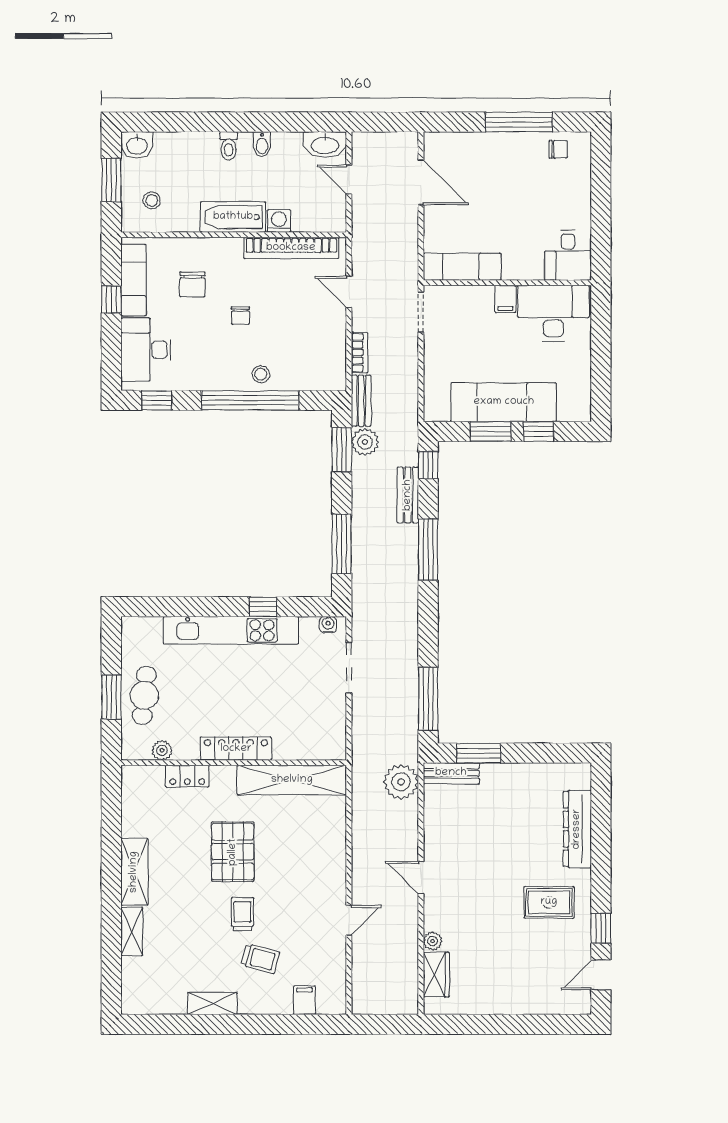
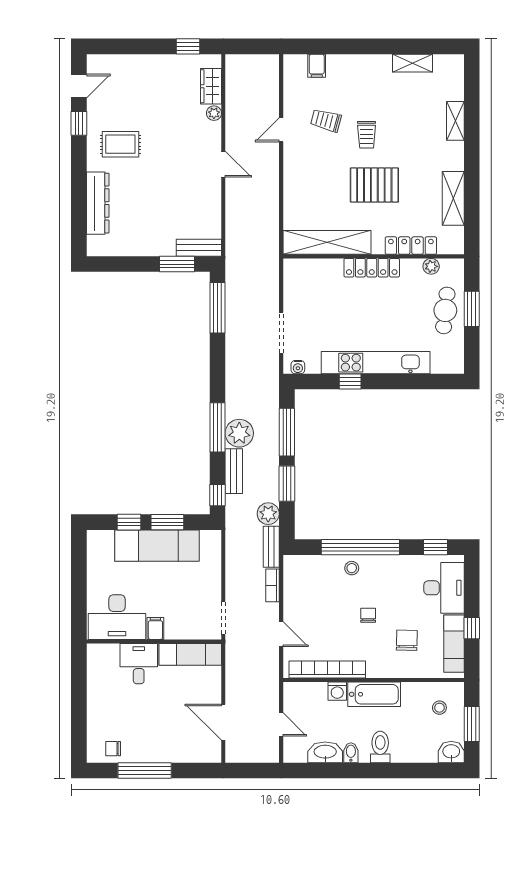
washbasin: (325, 145) -> (325, 752), moved
toilet: (229, 146) -> (380, 747), width x1.37, depth x1.39
desk: (568, 255) -> (139, 664), moved
window: (342, 450) -> (287, 484), moved
locker: (187, 776) -> (411, 246), width x1.53
plant: (401, 782) -> (239, 433), moved
pallet: (233, 852) -> (374, 185), turned 90
shelving: (134, 872) -> (453, 198), moved
trolley: (260, 959) -> (326, 120), moved
shelving: (212, 1003) -> (412, 63), moved
window: (465, 1024) -> (188, 46), added

